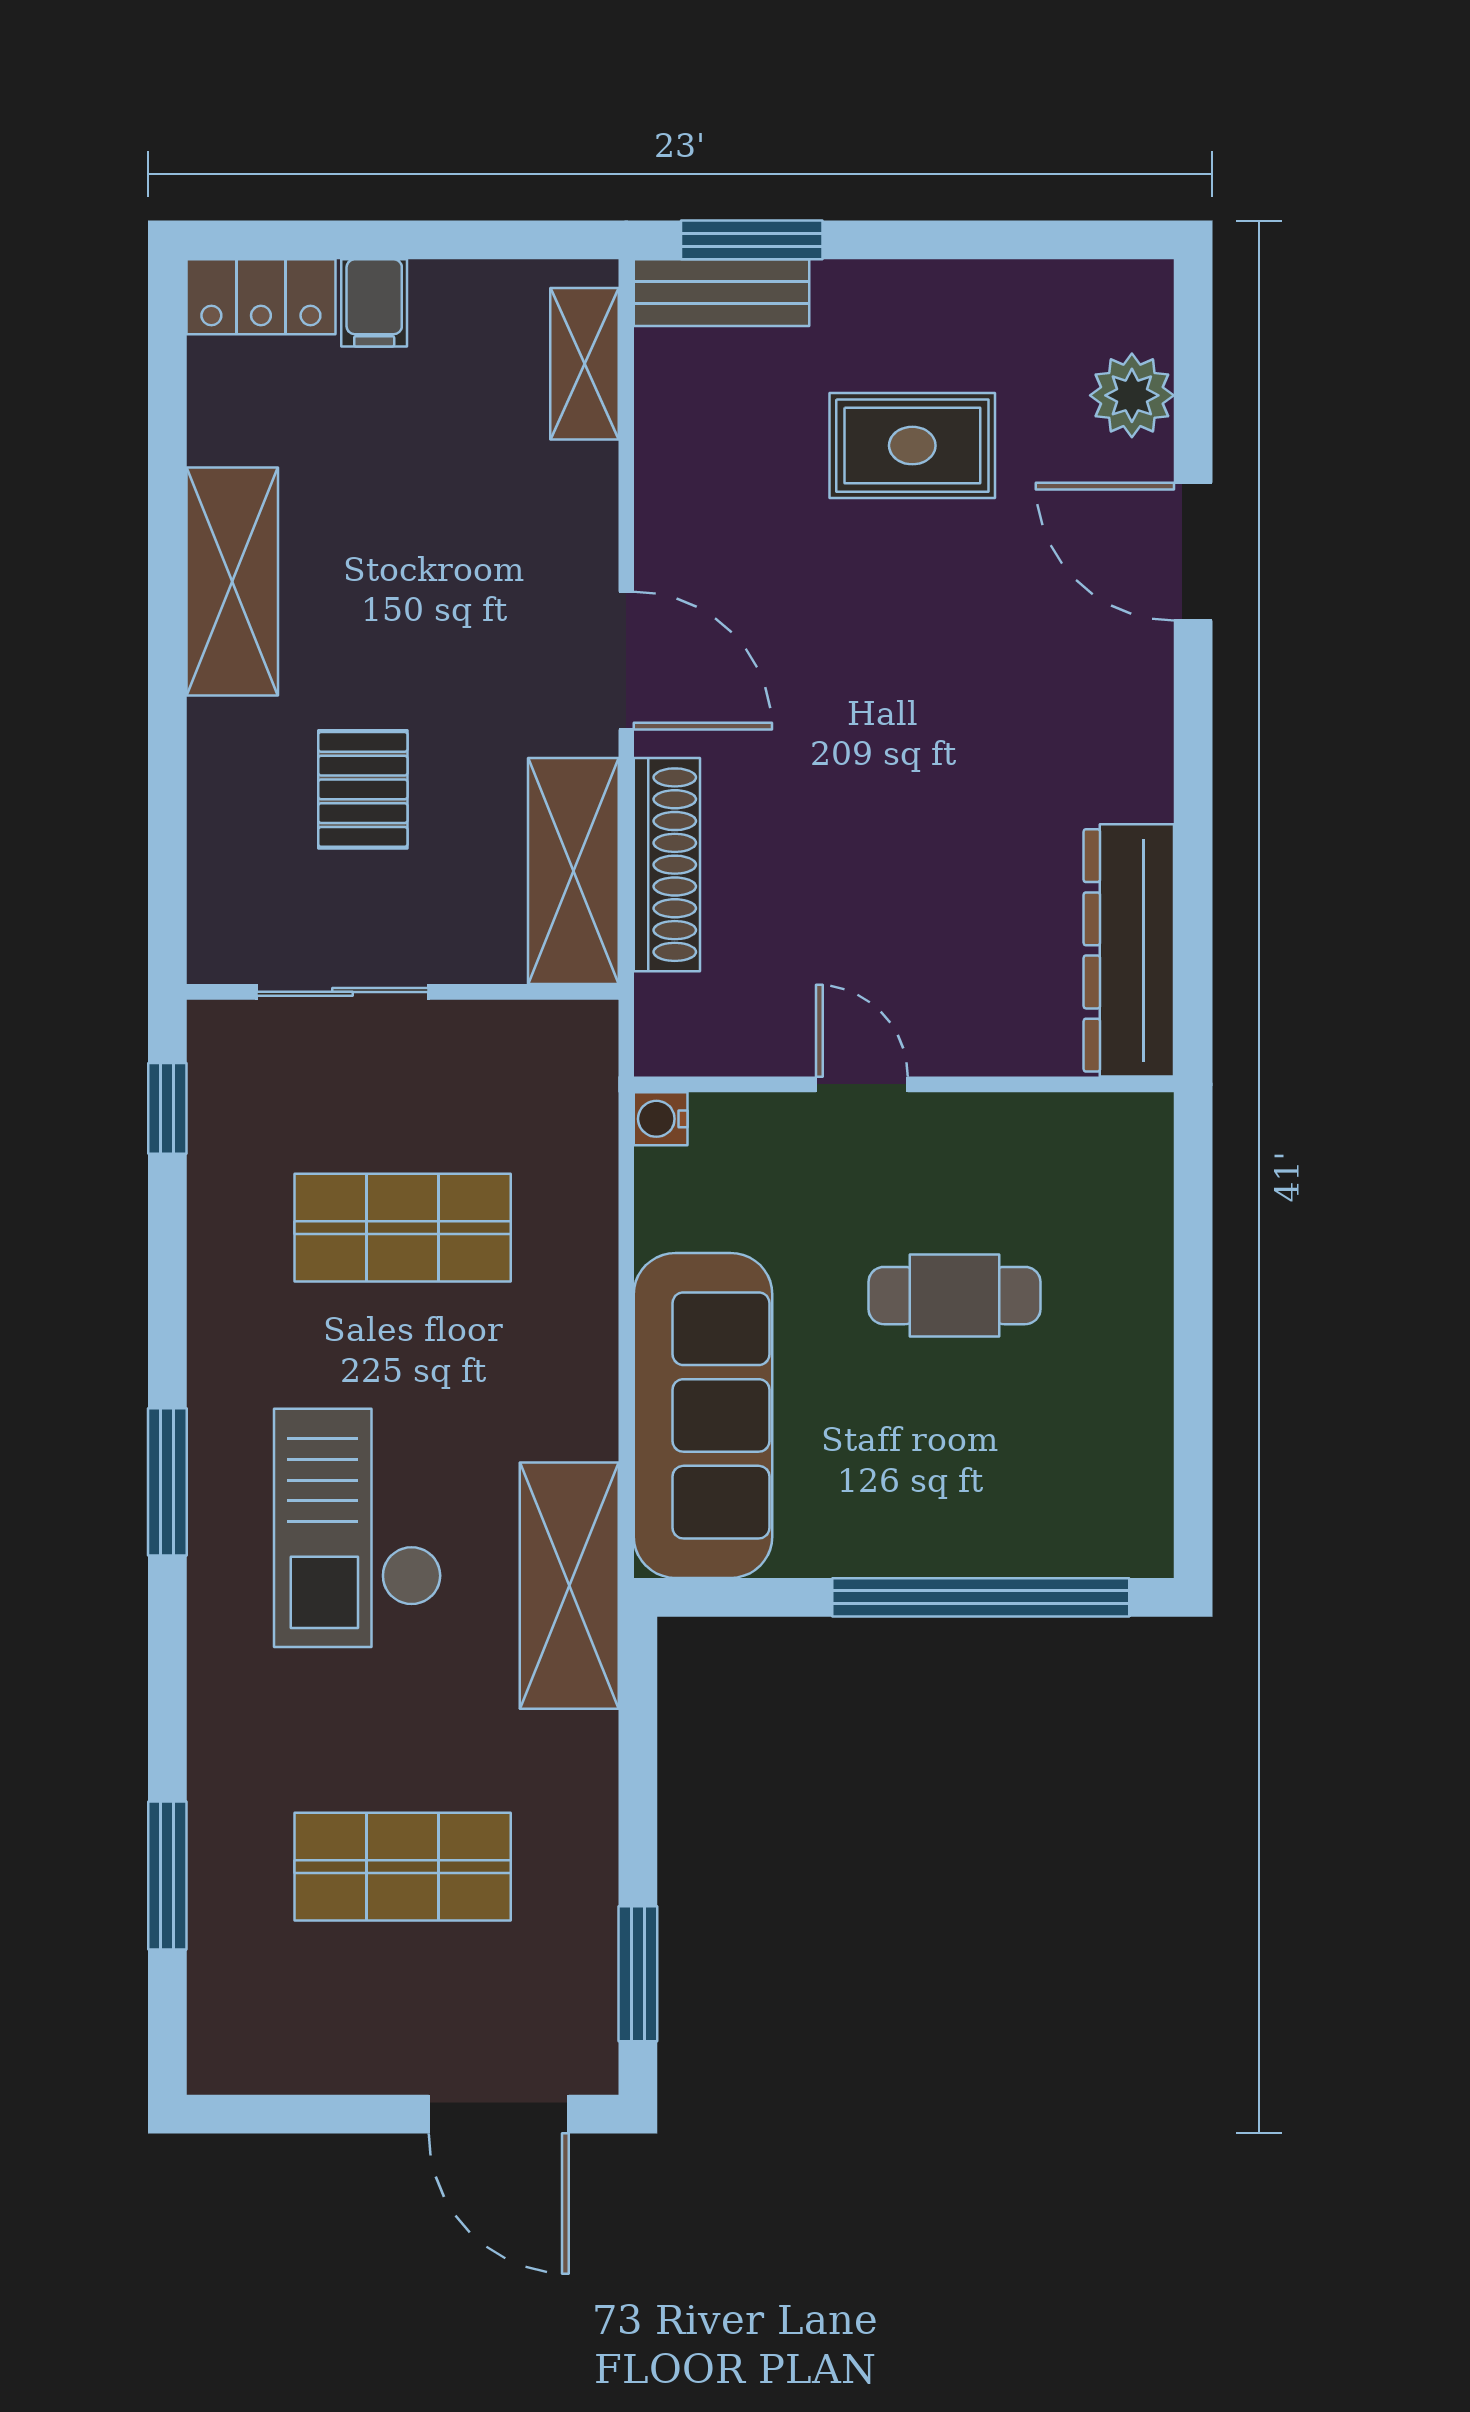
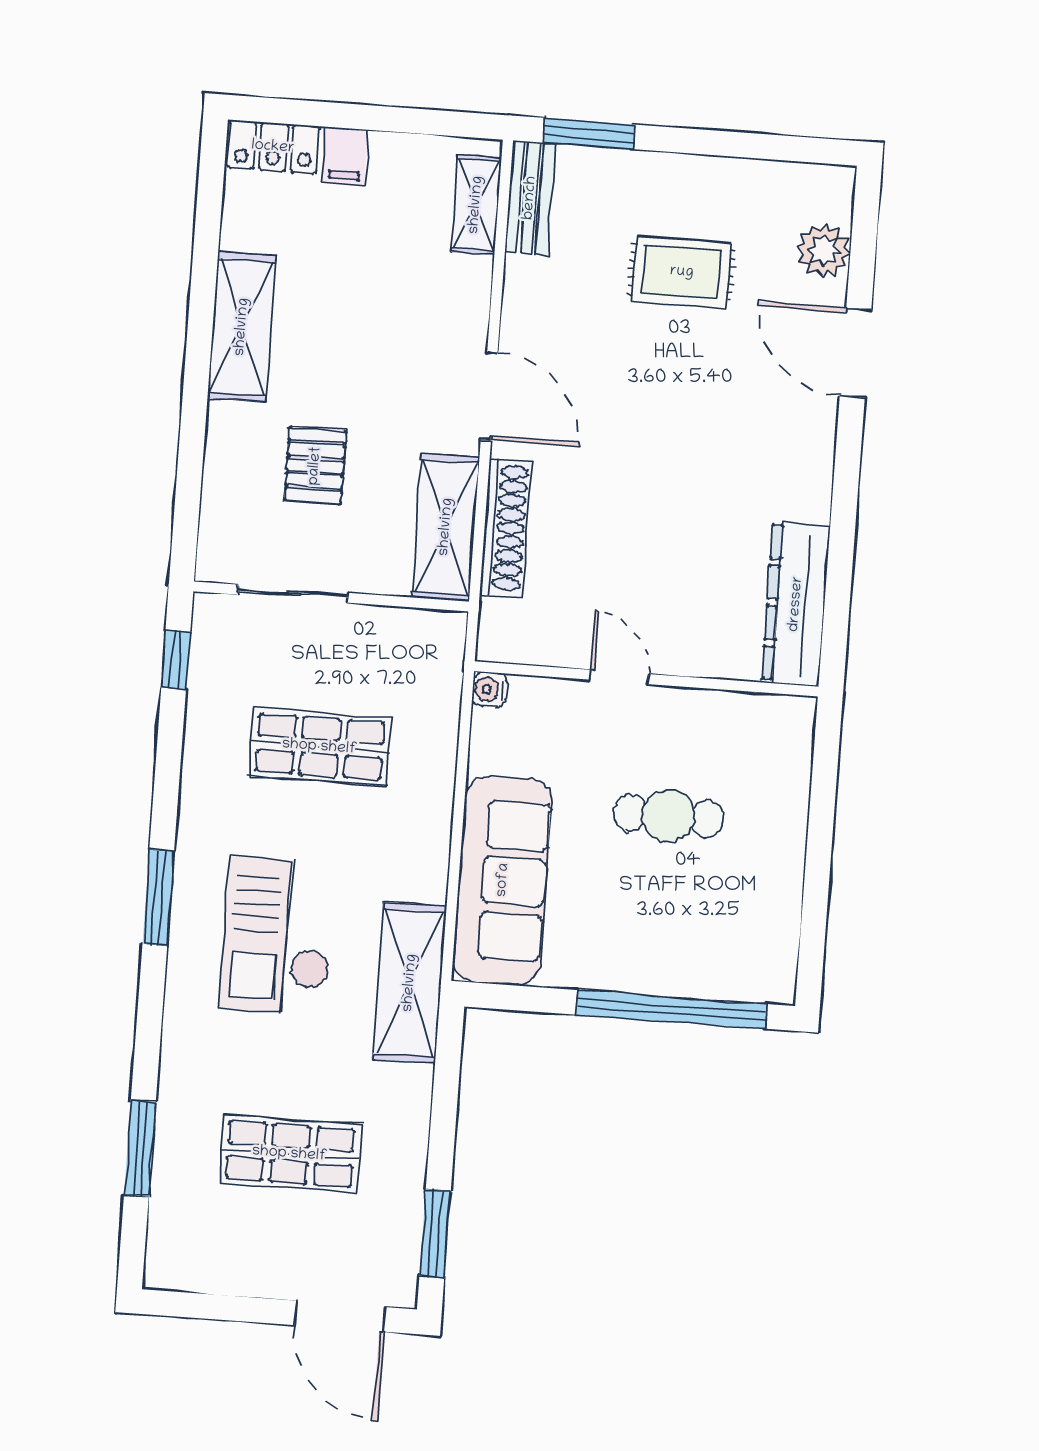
bench: (721, 293) -> (530, 198), moved, turned 90

